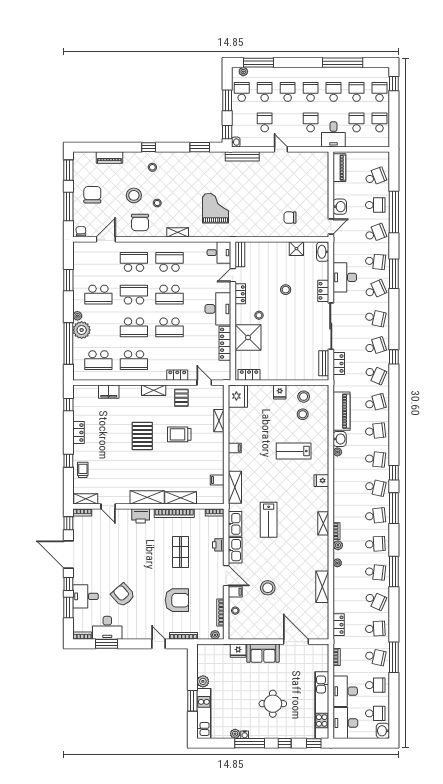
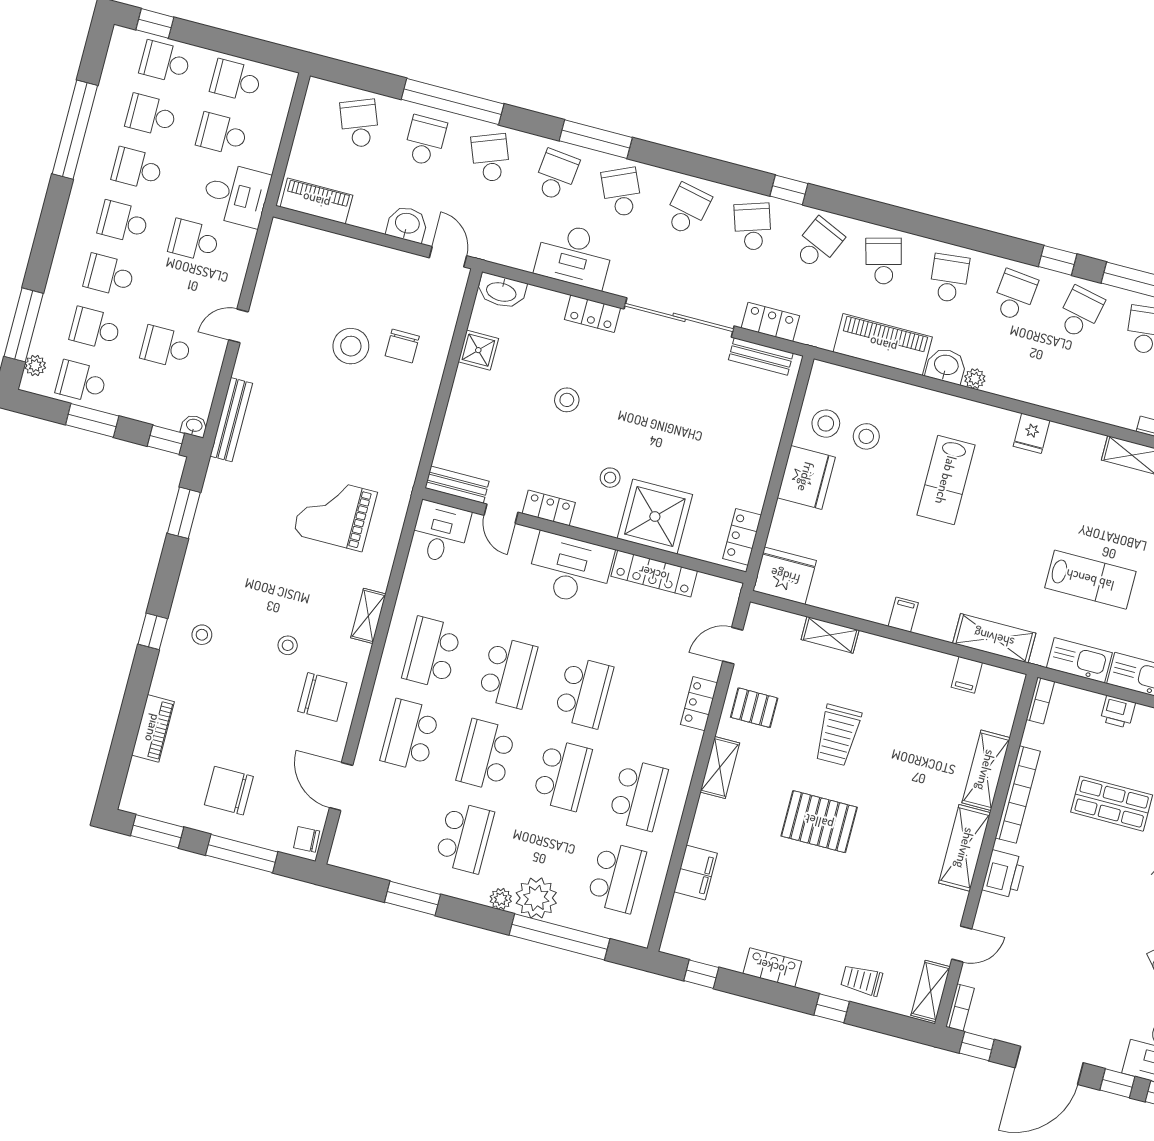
stool: (134, 195) -> (351, 346), moved
fridge: (280, 392) -> (806, 477), width x1.88, depth x1.34

